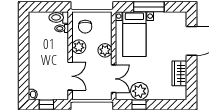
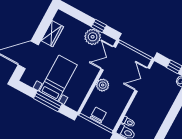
chair: (85, 27) -> (98, 115), moved
bed with nightstands: (134, 34) -> (58, 78), moved
plant: (79, 47) -> (122, 99), removed

